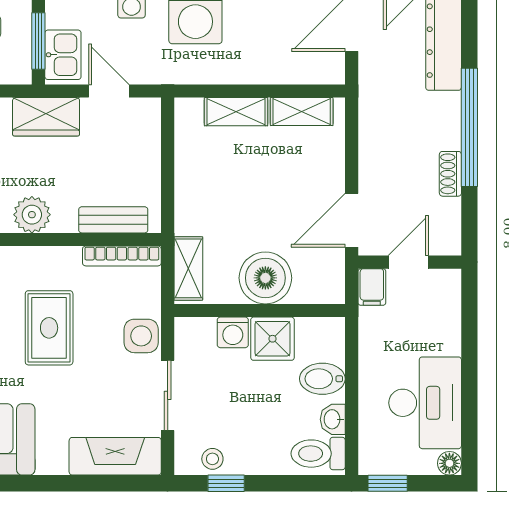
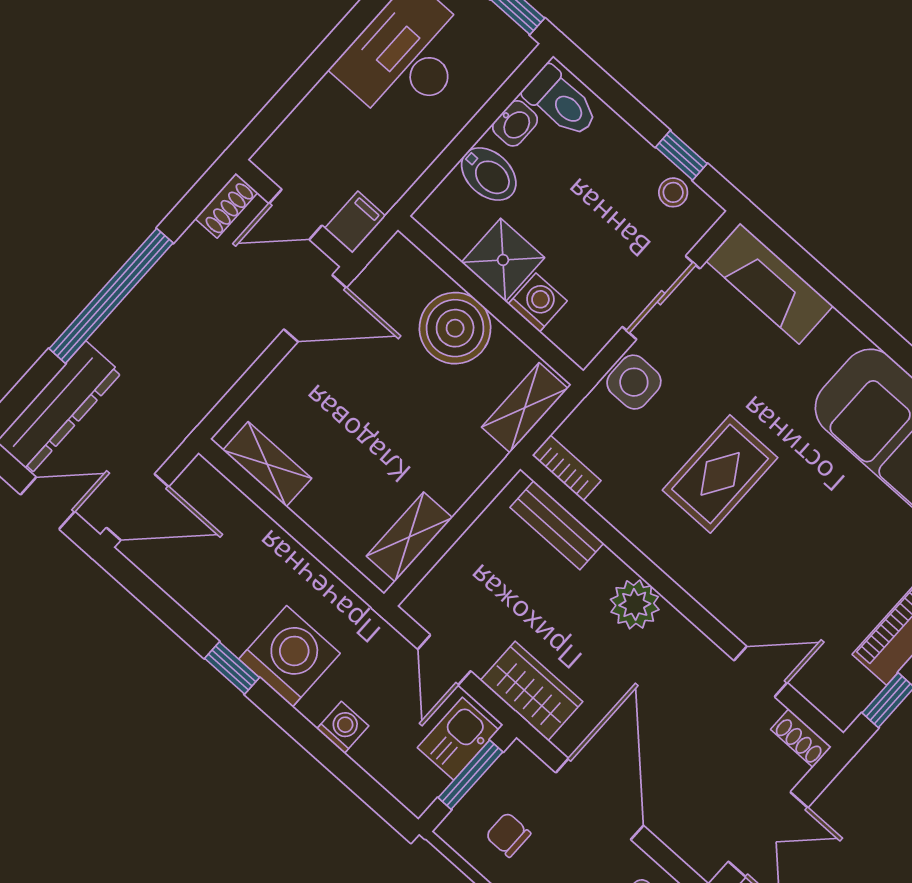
shelving: (236, 112) -> (409, 537), moved, turned 90
shoe rack: (450, 174) -> (226, 206), moved
bookcase: (122, 256) -> (567, 468), width x0.64

